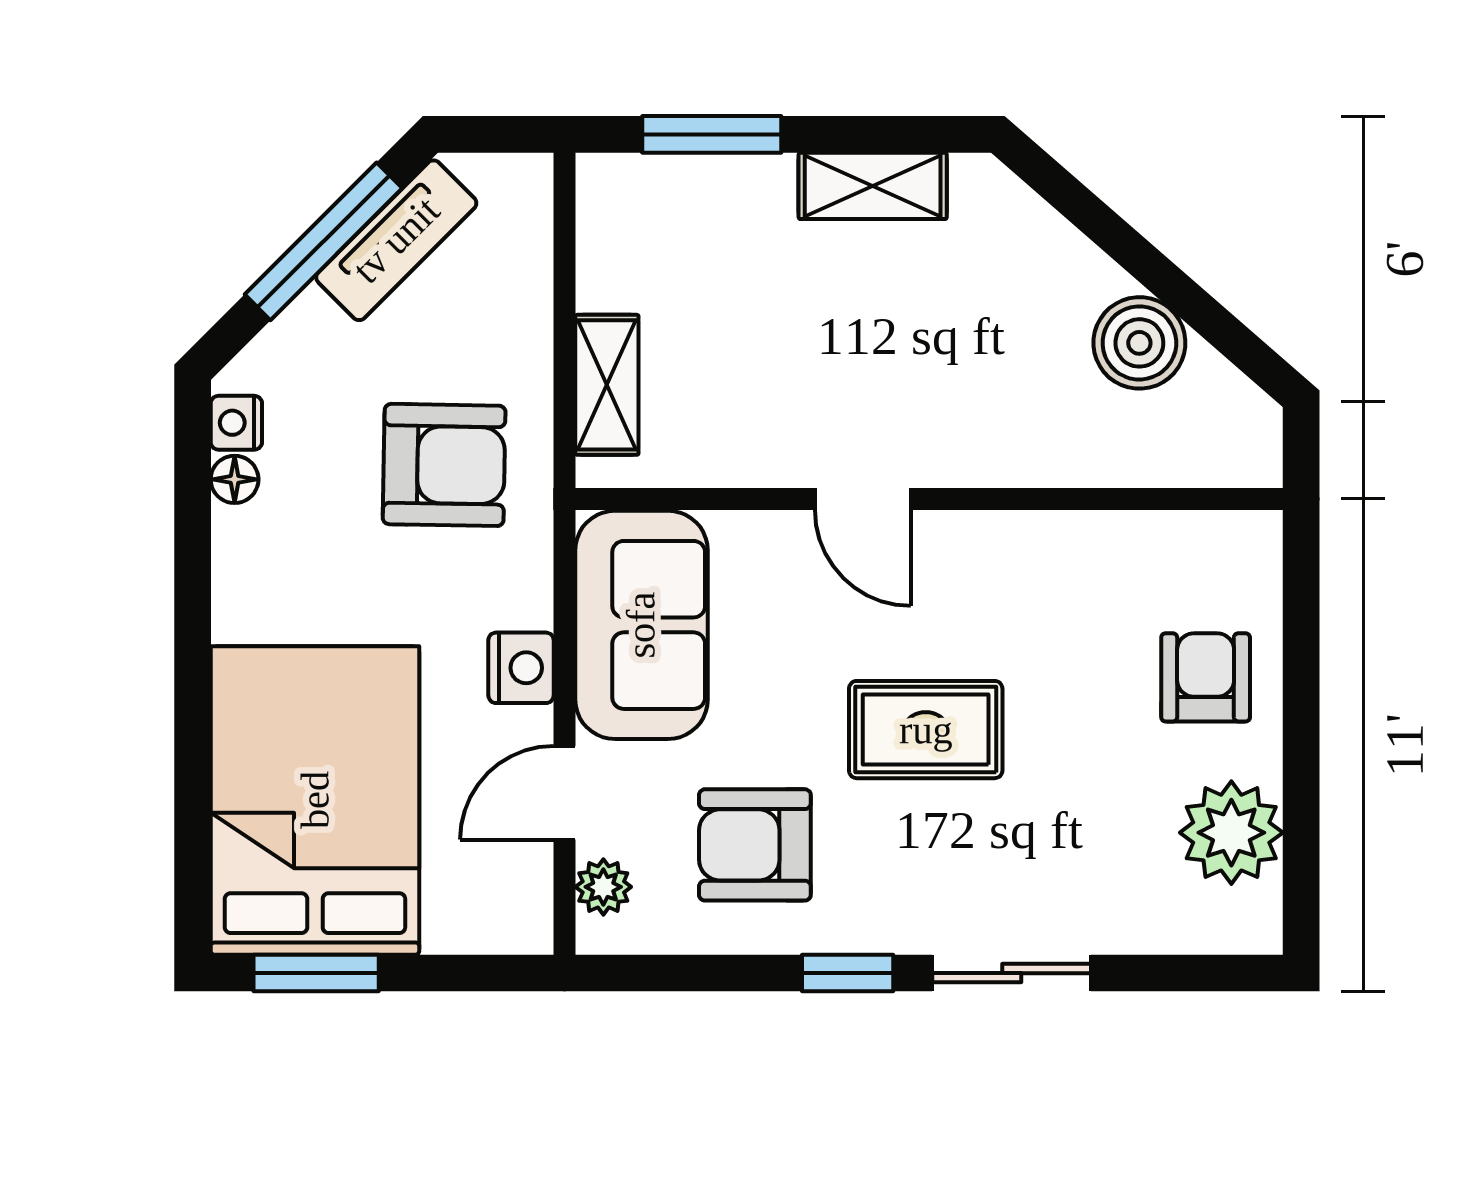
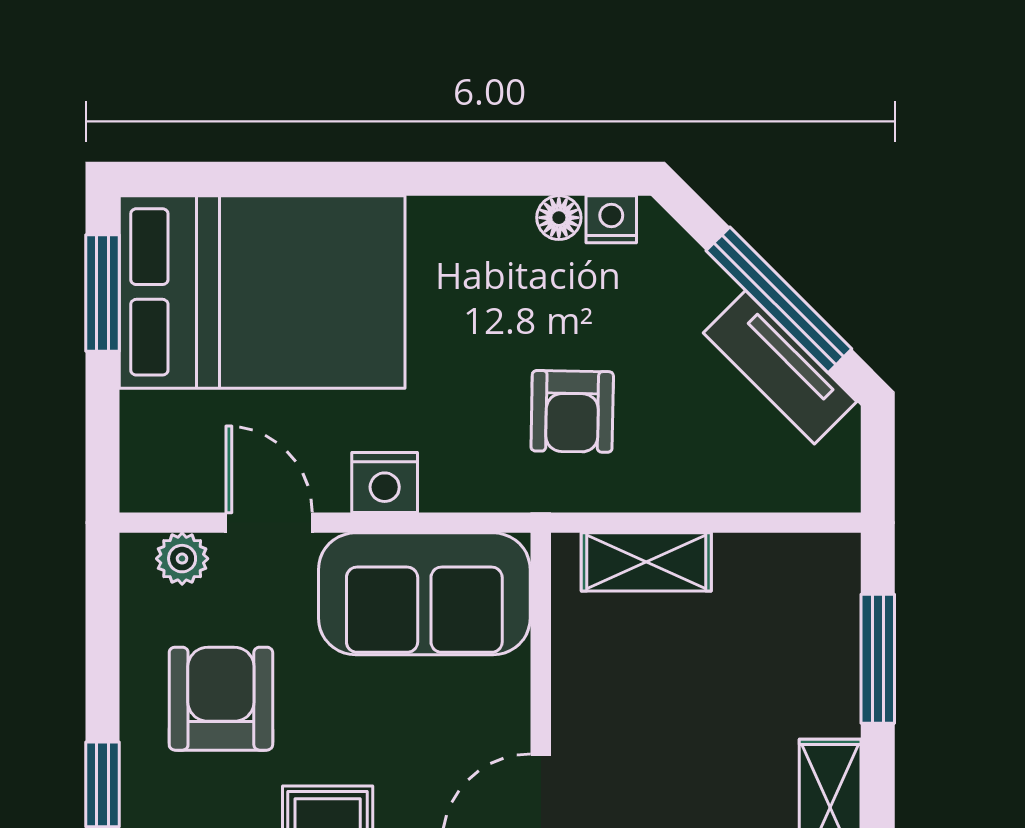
armchair: (444, 465) -> (572, 411), width x0.72, depth x0.72

